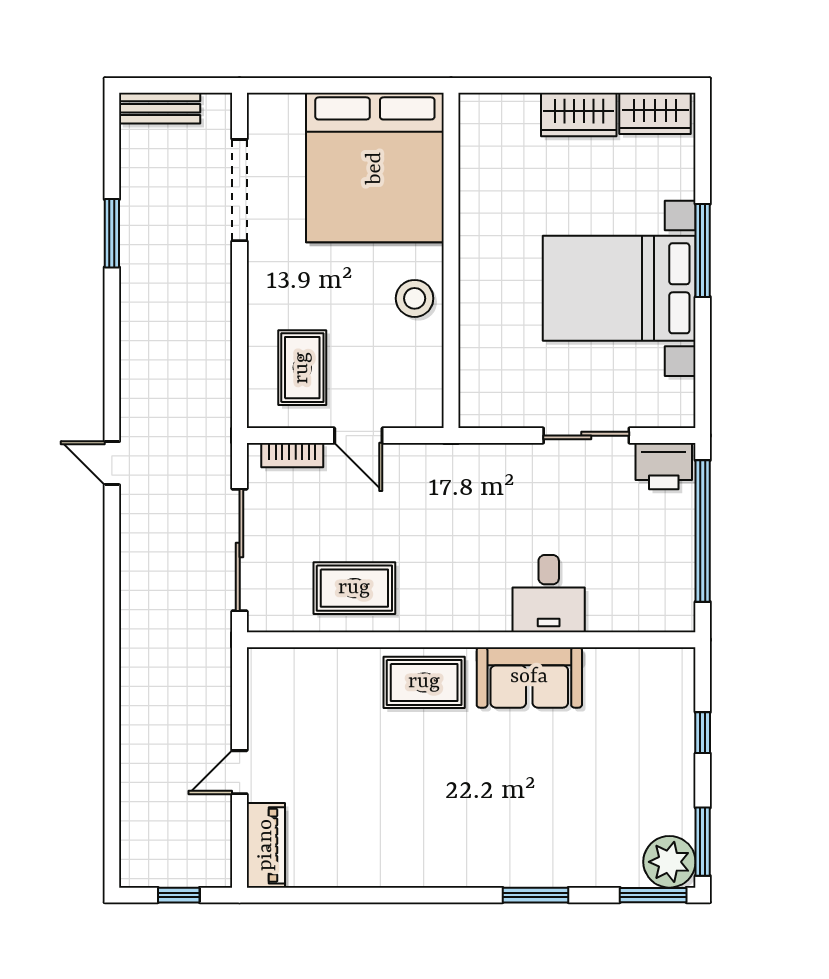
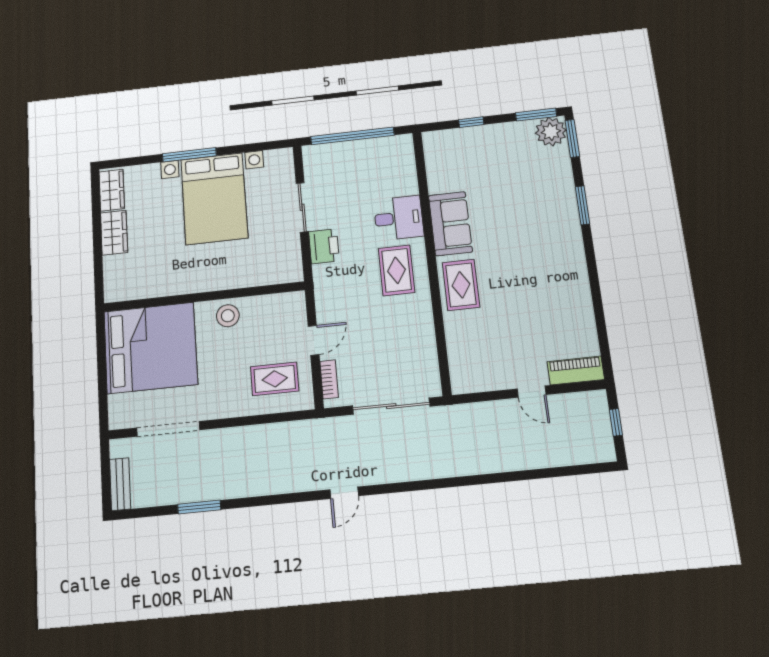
printer: (664, 466) -> (324, 246), moved
rug: (354, 588) -> (396, 270), moved

